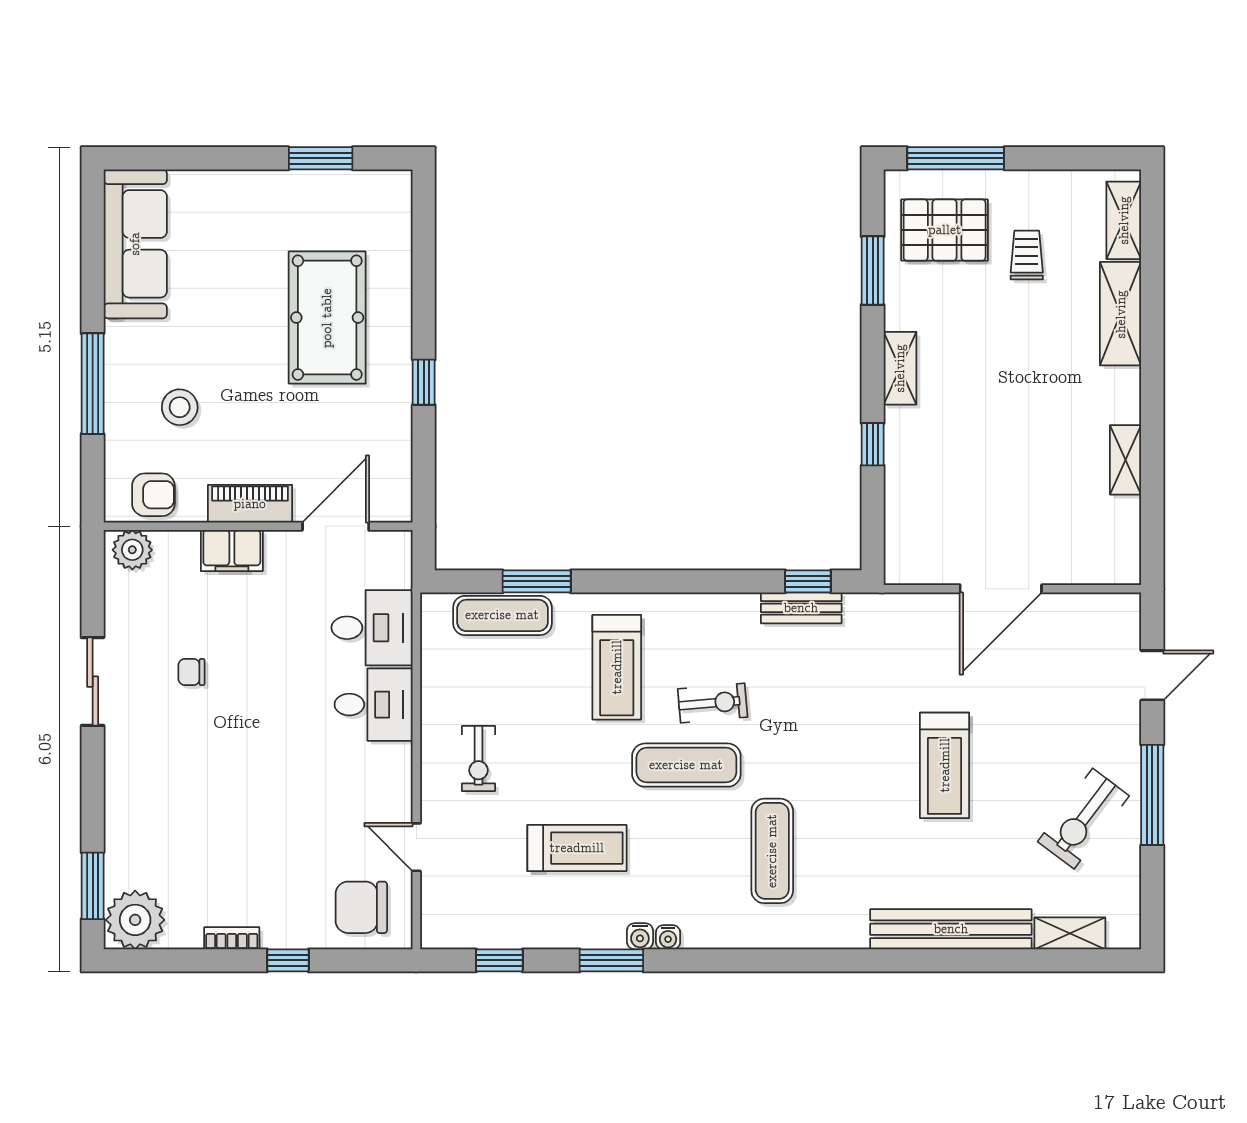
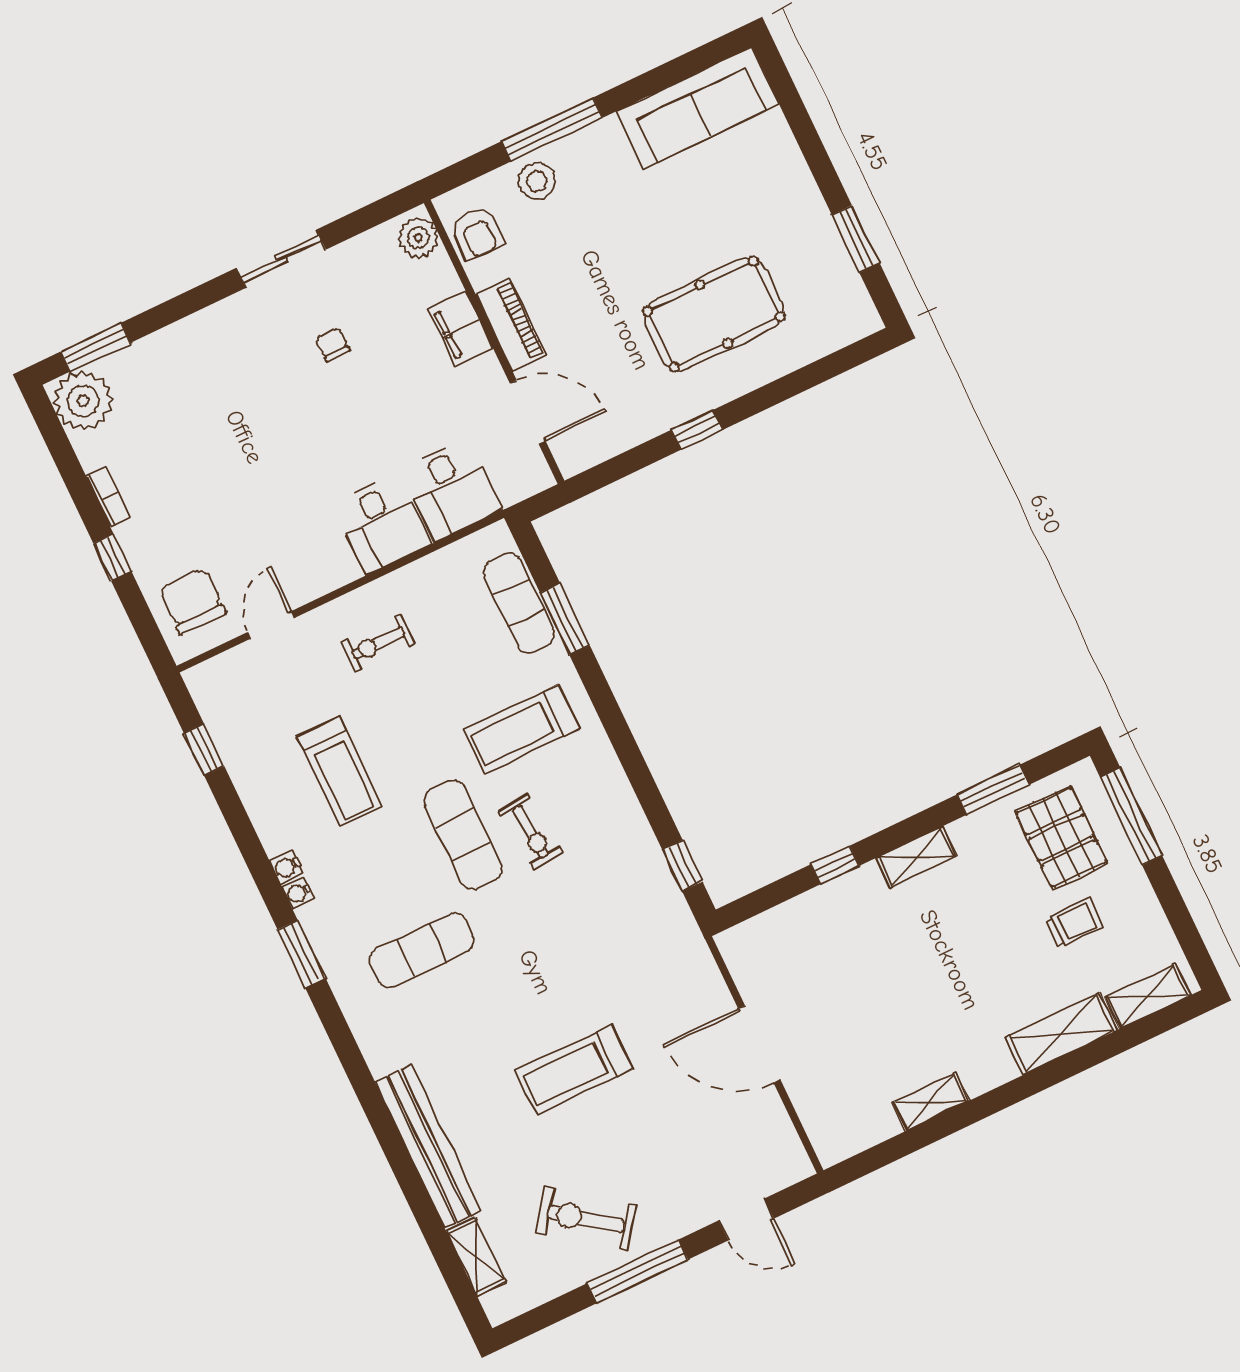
stool: (180, 407) -> (537, 181), moved
bench: (801, 608) -> (655, 871), removed
window: (611, 960) -> (301, 954), moved

